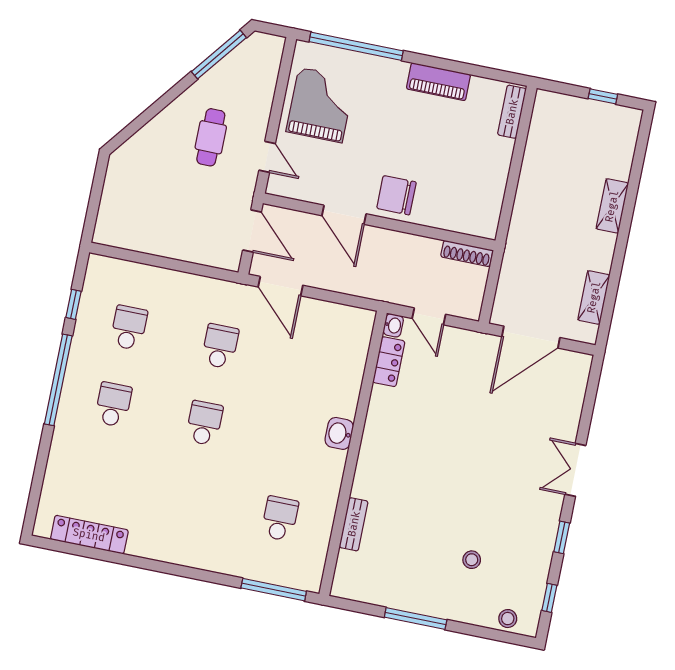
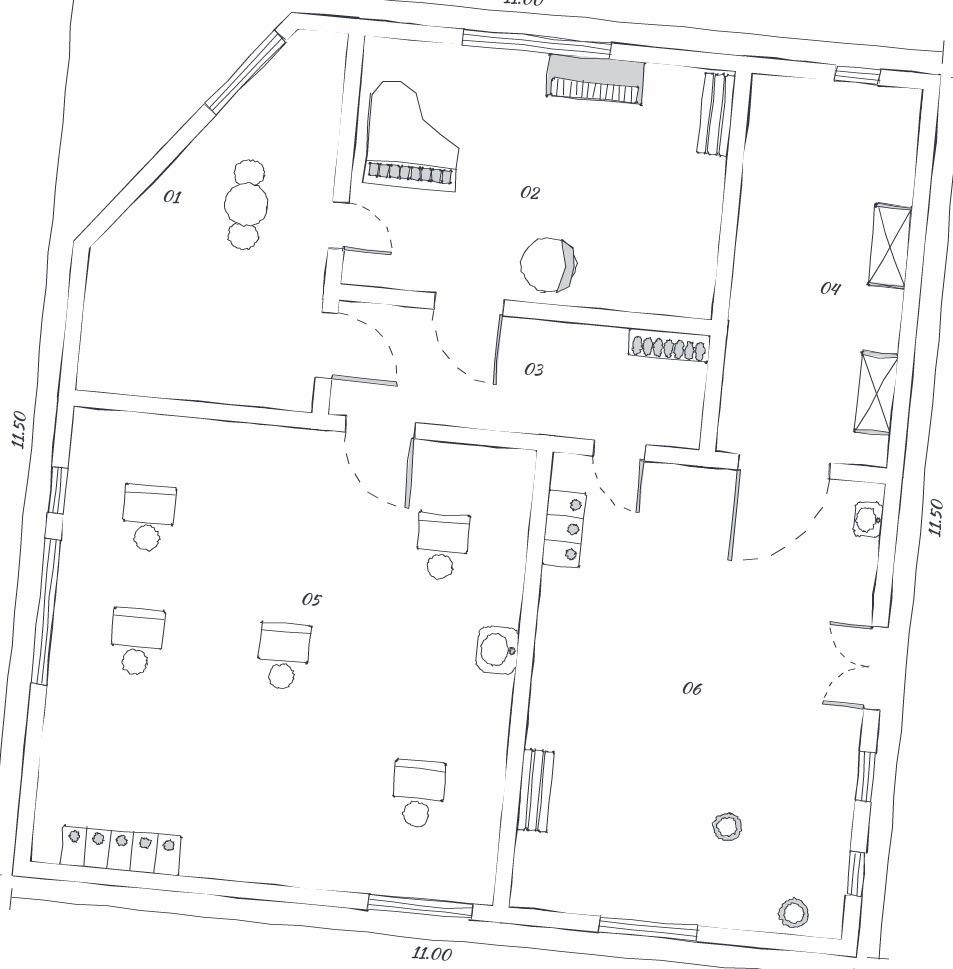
window: (356, 46) -> (537, 44), moved
washbasin: (393, 325) -> (868, 519), moved, turned 180
school desk: (220, 346) -> (442, 546), moved

